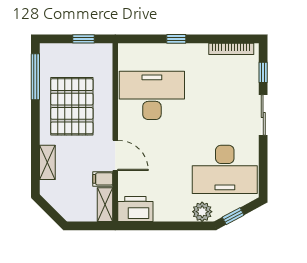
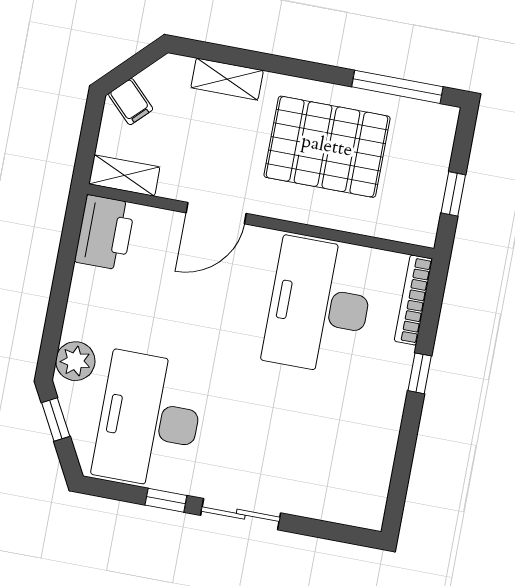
bookcase: (231, 49) -> (413, 300), moved
window: (263, 72) -> (166, 500), moved
desk: (152, 95) -> (319, 306), turned 180
filing cabinet: (103, 179) -> (131, 102), moved, turned 135

